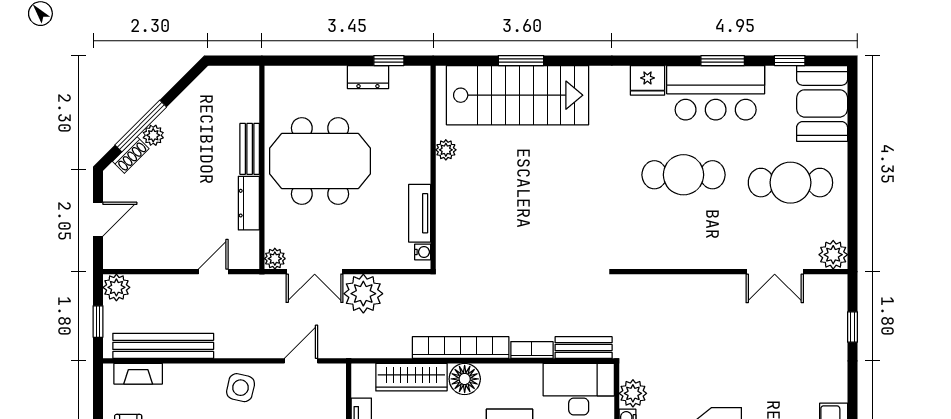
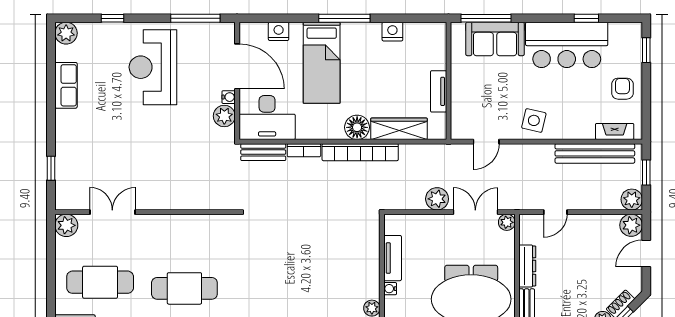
water cooler: (423, 252) -> (390, 289), moved
plant: (117, 255) -> (631, 225), added
plant: (363, 294) -> (437, 199), width x0.73, depth x0.73

